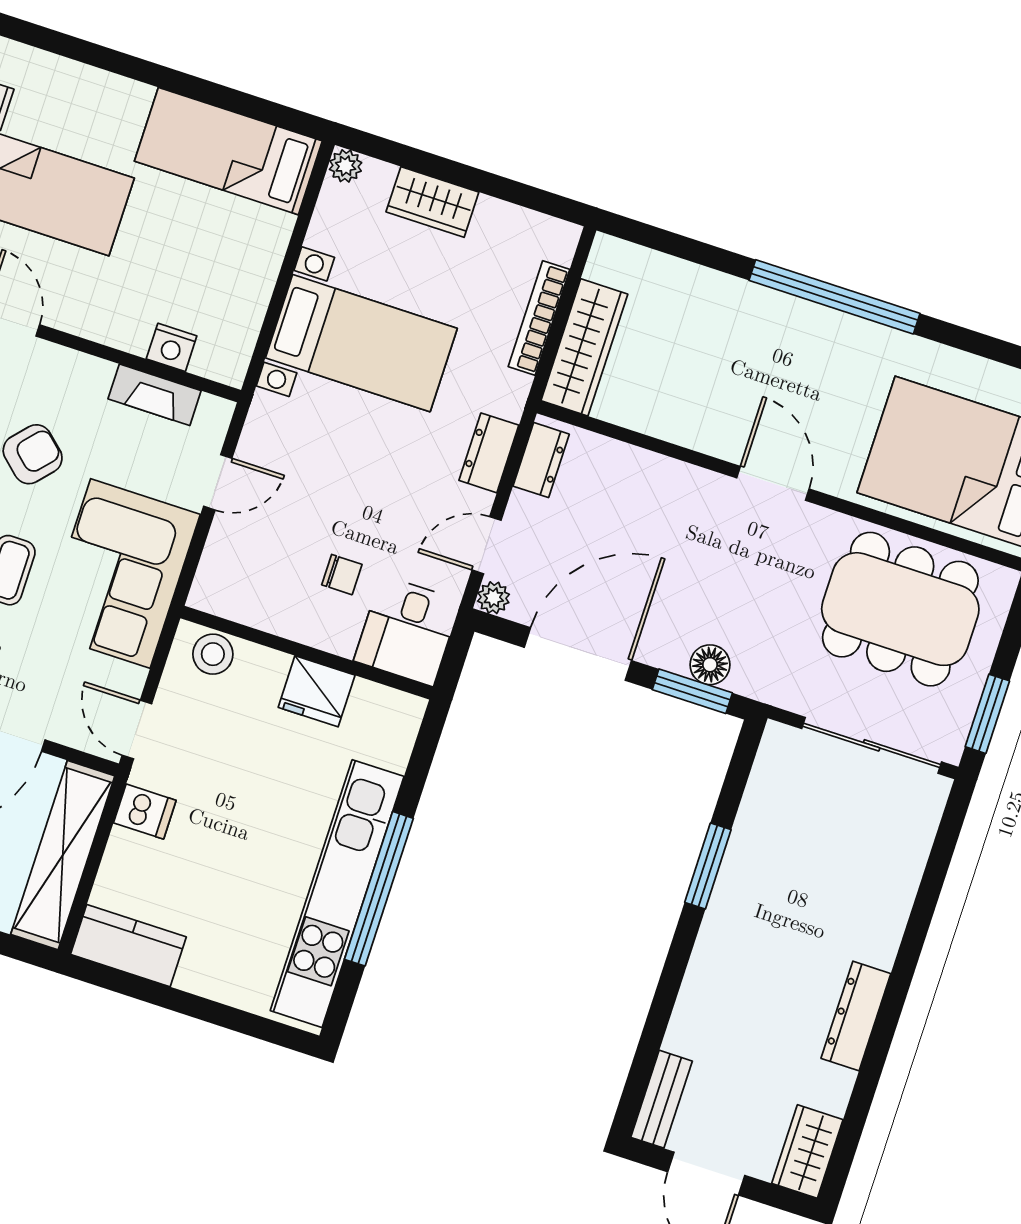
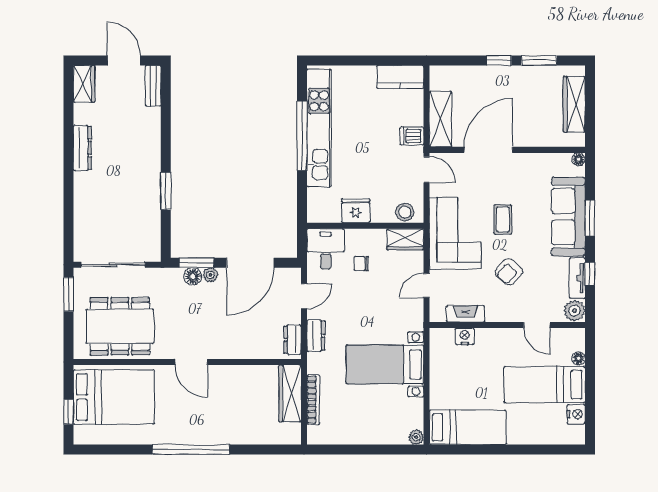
wardrobe: (432, 202) -> (405, 239), moved, turned 180
plant: (493, 598) -> (210, 275), moved
shelving: (63, 855) -> (441, 119), width x0.68

